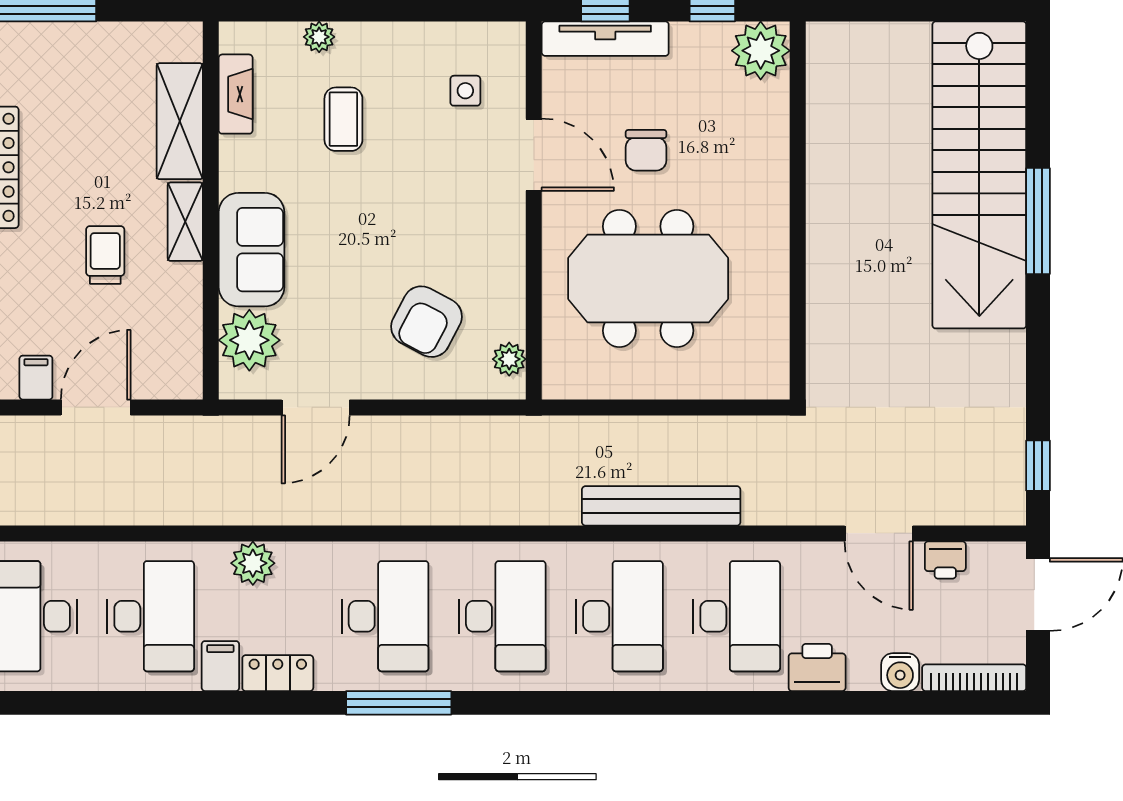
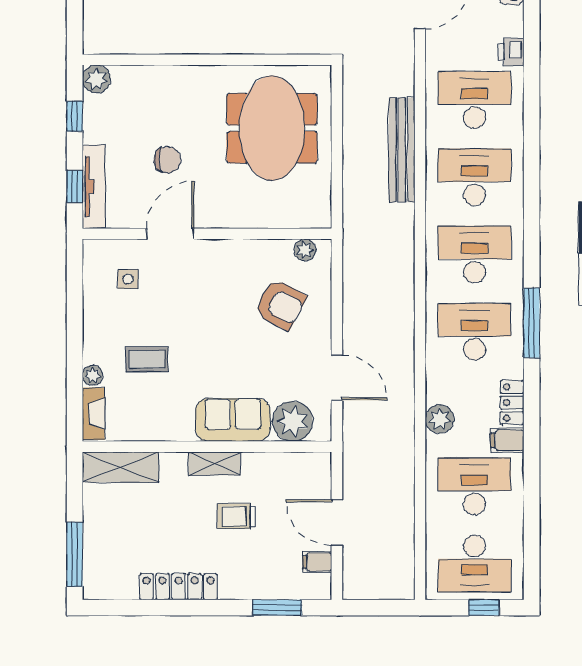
plant: (761, 51) -> (96, 79), width x0.73, depth x0.73
fireplace: (236, 94) -> (94, 414), moved, turned 90
shelving: (180, 121) -> (121, 467), moved
meeting table: (648, 278) -> (272, 128), moved
printer: (817, 667) -> (511, 52), width x0.73, depth x0.81

